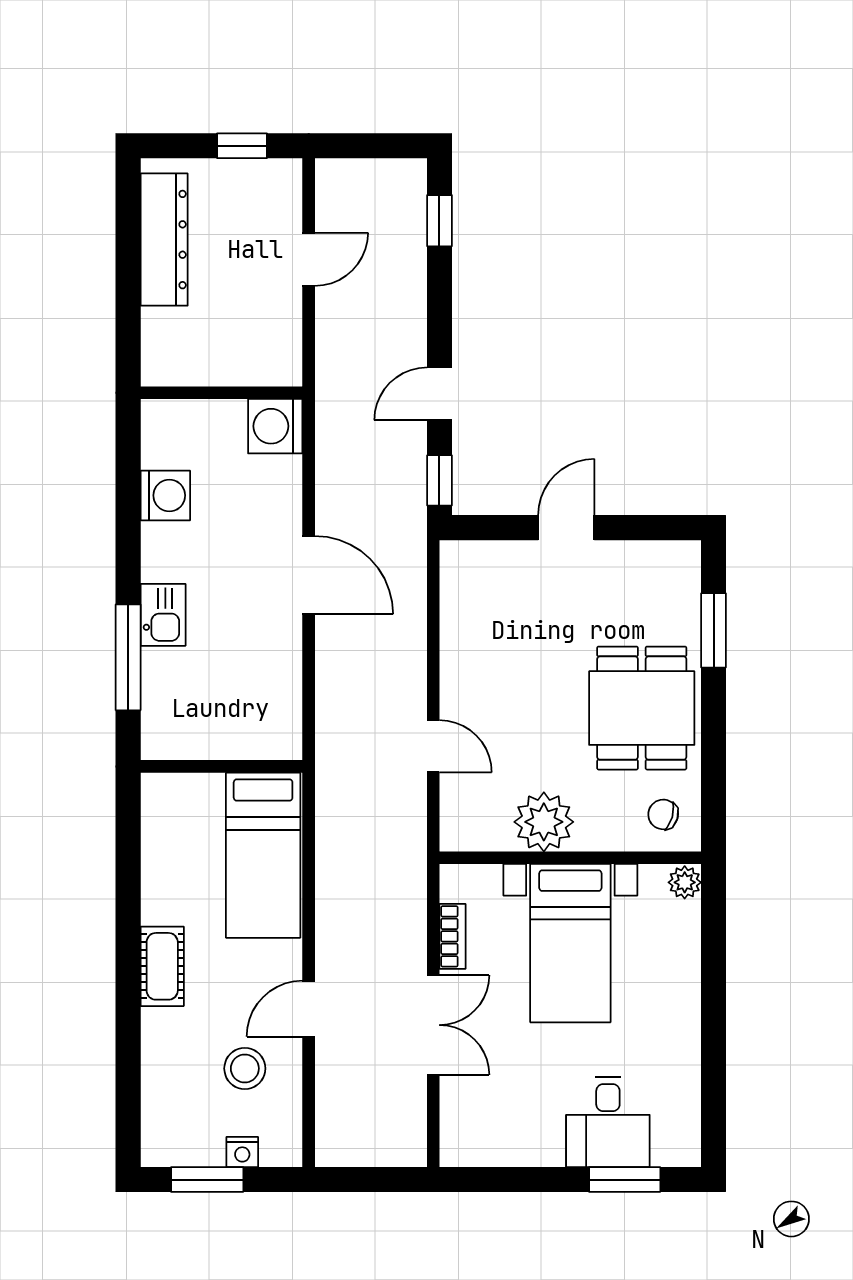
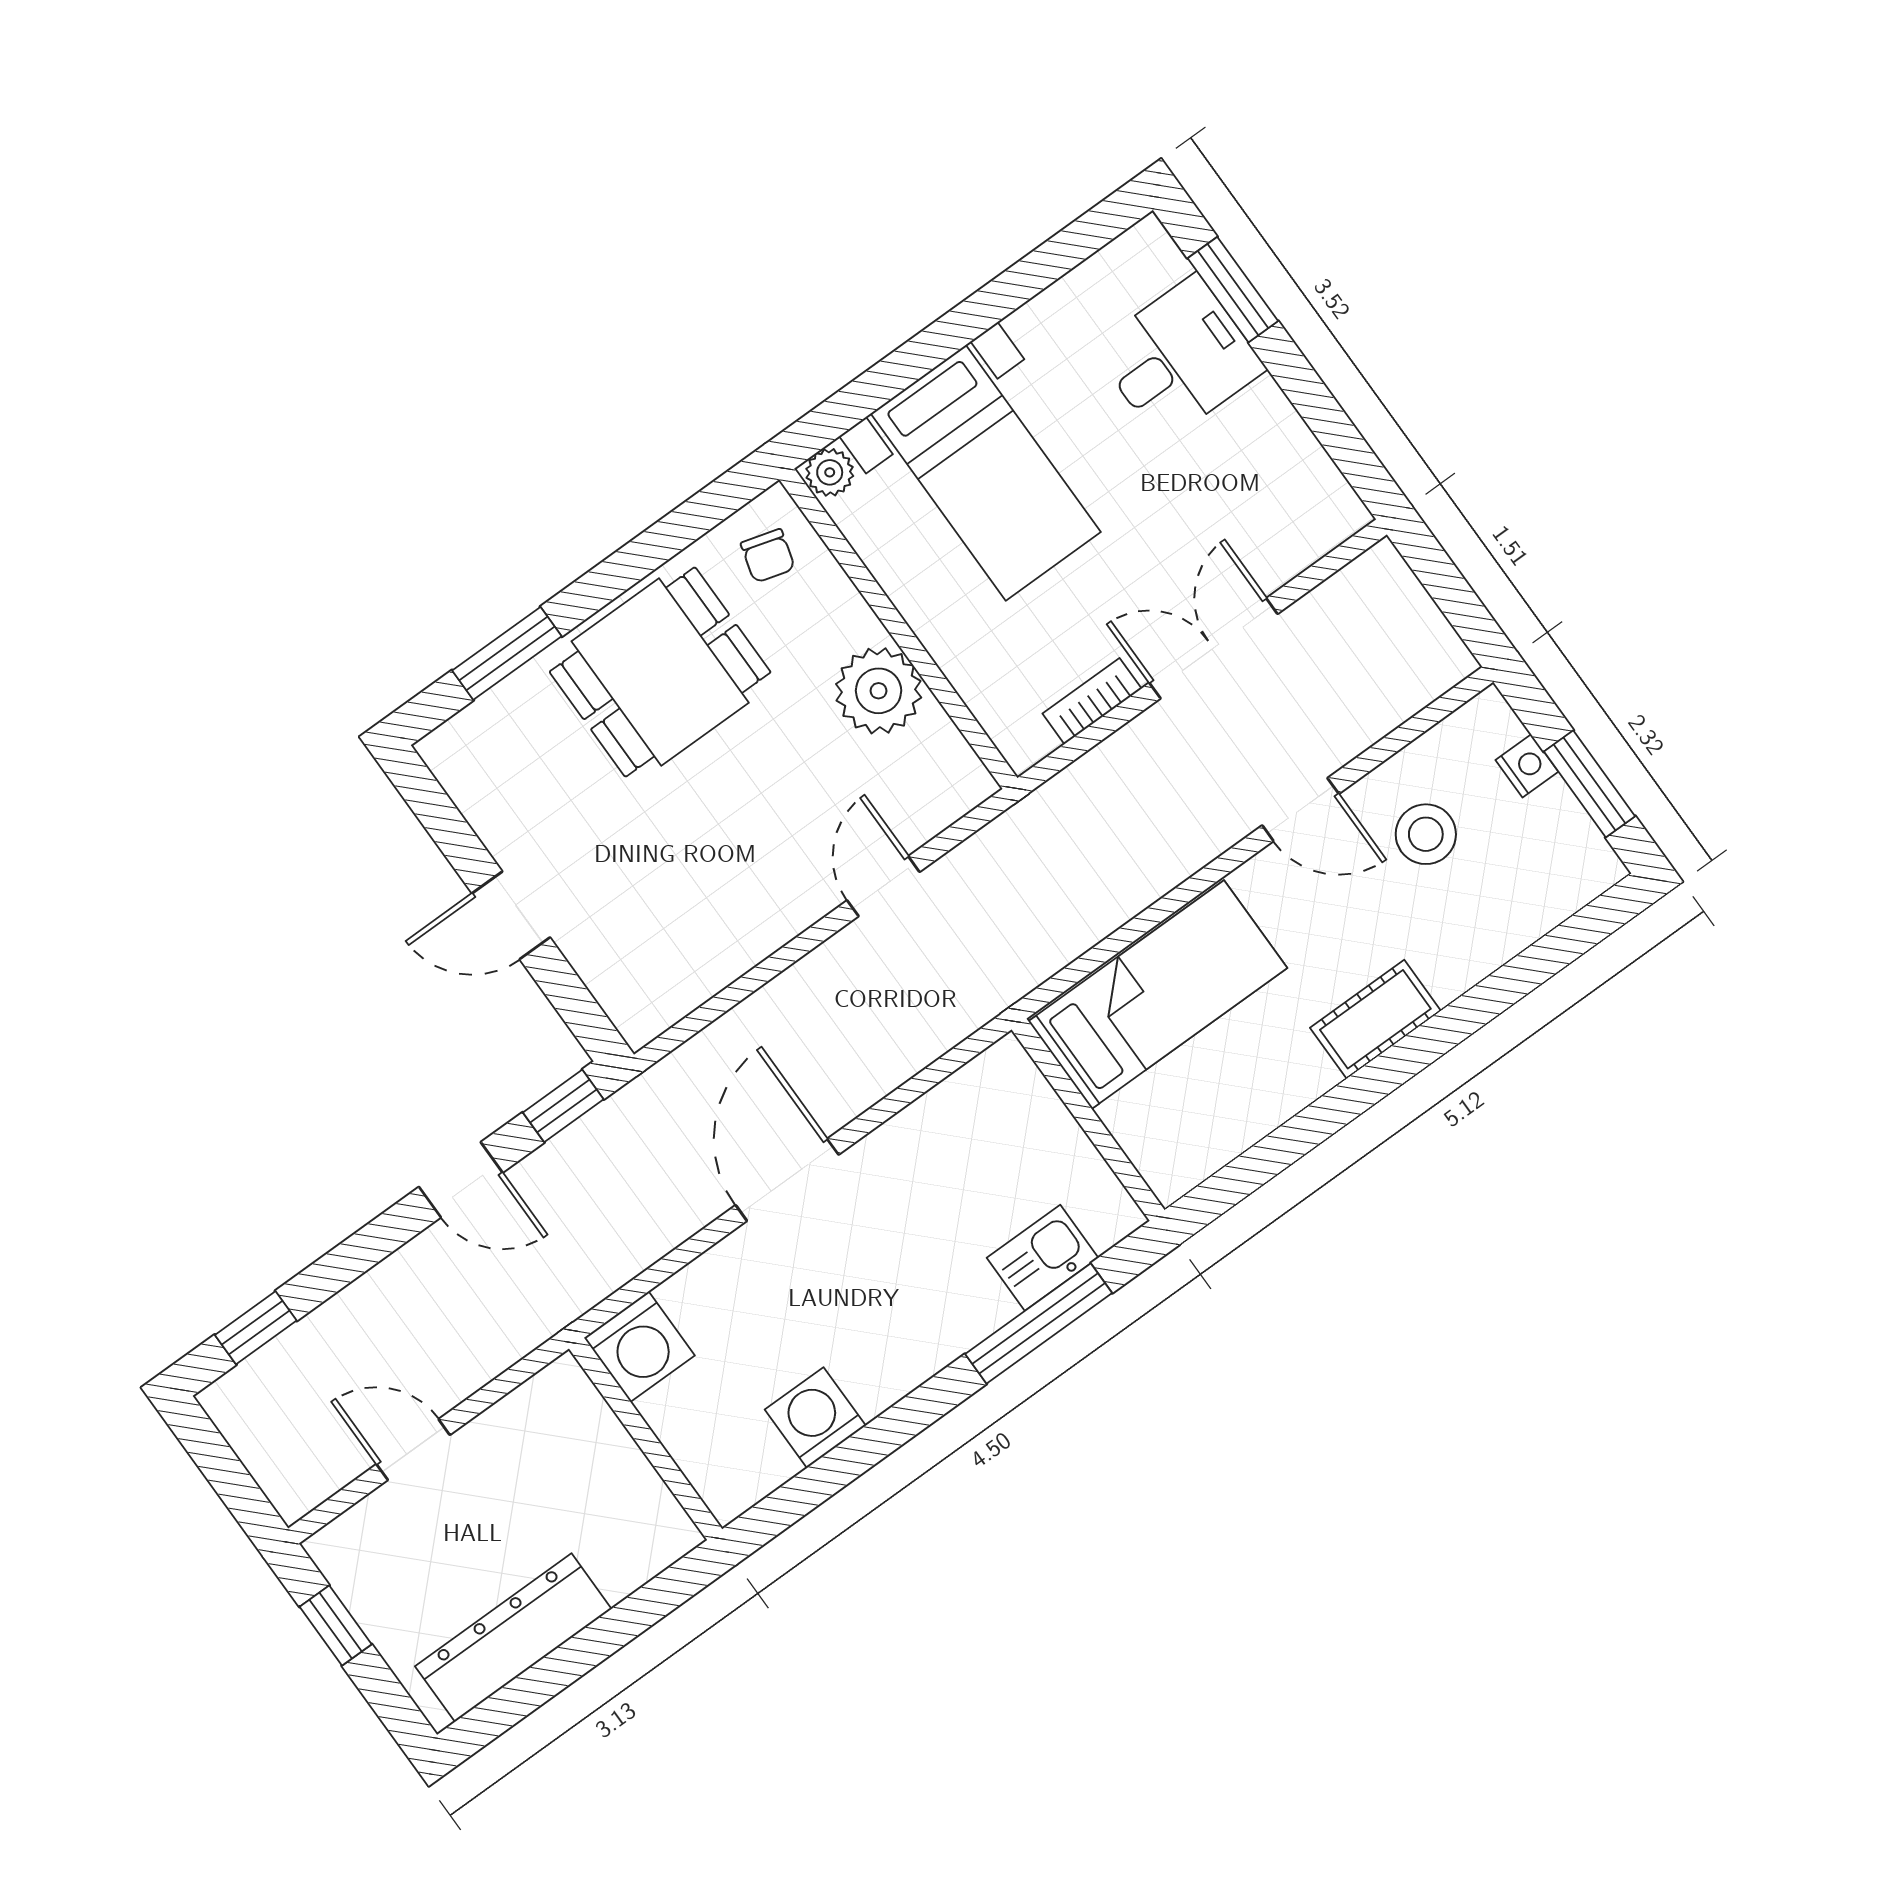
kitchen sink: (163, 615) -> (1043, 1258), moved
bed with nightstands: (570, 943) -> (986, 473), moved, turned 90

